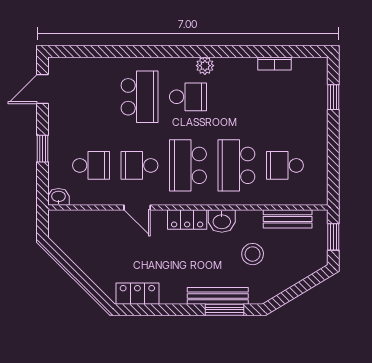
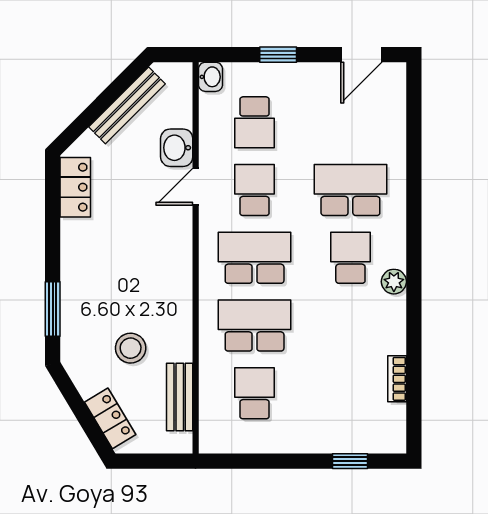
door: (43, 89) -> (361, 55), swing flipped
school desk: (139, 97) -> (350, 190), turned 180
school desk: (188, 97) -> (350, 258), turned 180
locker: (187, 220) -> (110, 418), moved, turned 149
washbasin: (222, 221) -> (177, 148), moved
window: (333, 237) -> (155, 461), removed
bench: (218, 296) -> (127, 105), moved, turned 45

